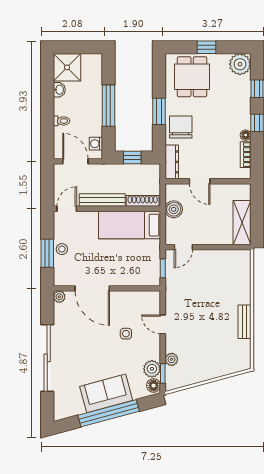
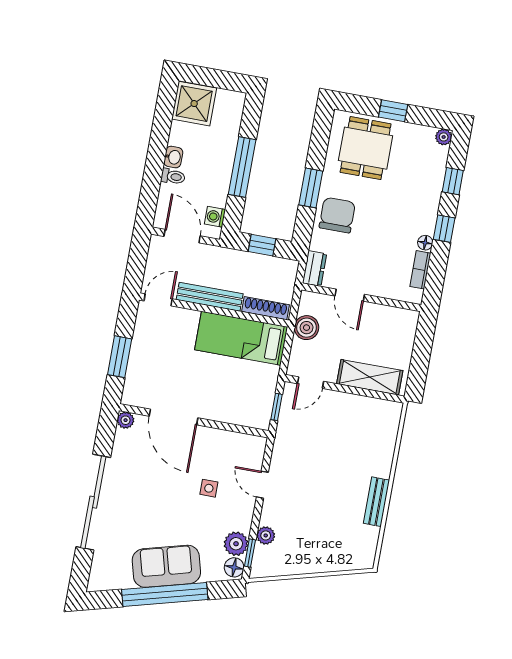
plant: (240, 64) -> (444, 137), width x0.53, depth x0.53
washbasin: (59, 90) -> (173, 157), moved
dresser: (172, 162) -> (315, 268), width x0.70
shelving: (242, 223) -> (370, 377), moved, turned 90
stool: (62, 249) -> (141, 355), removed

